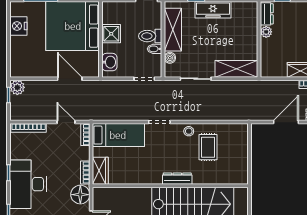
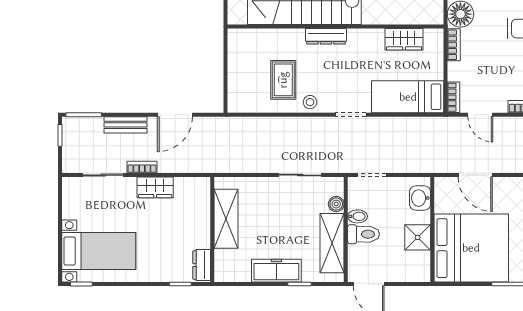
plant: (266, 32) -> (203, 240), removed
shelving: (236, 69) -> (226, 219), moved, turned 90
wardrobe: (100, 171) -> (404, 39), moved, turned -90

